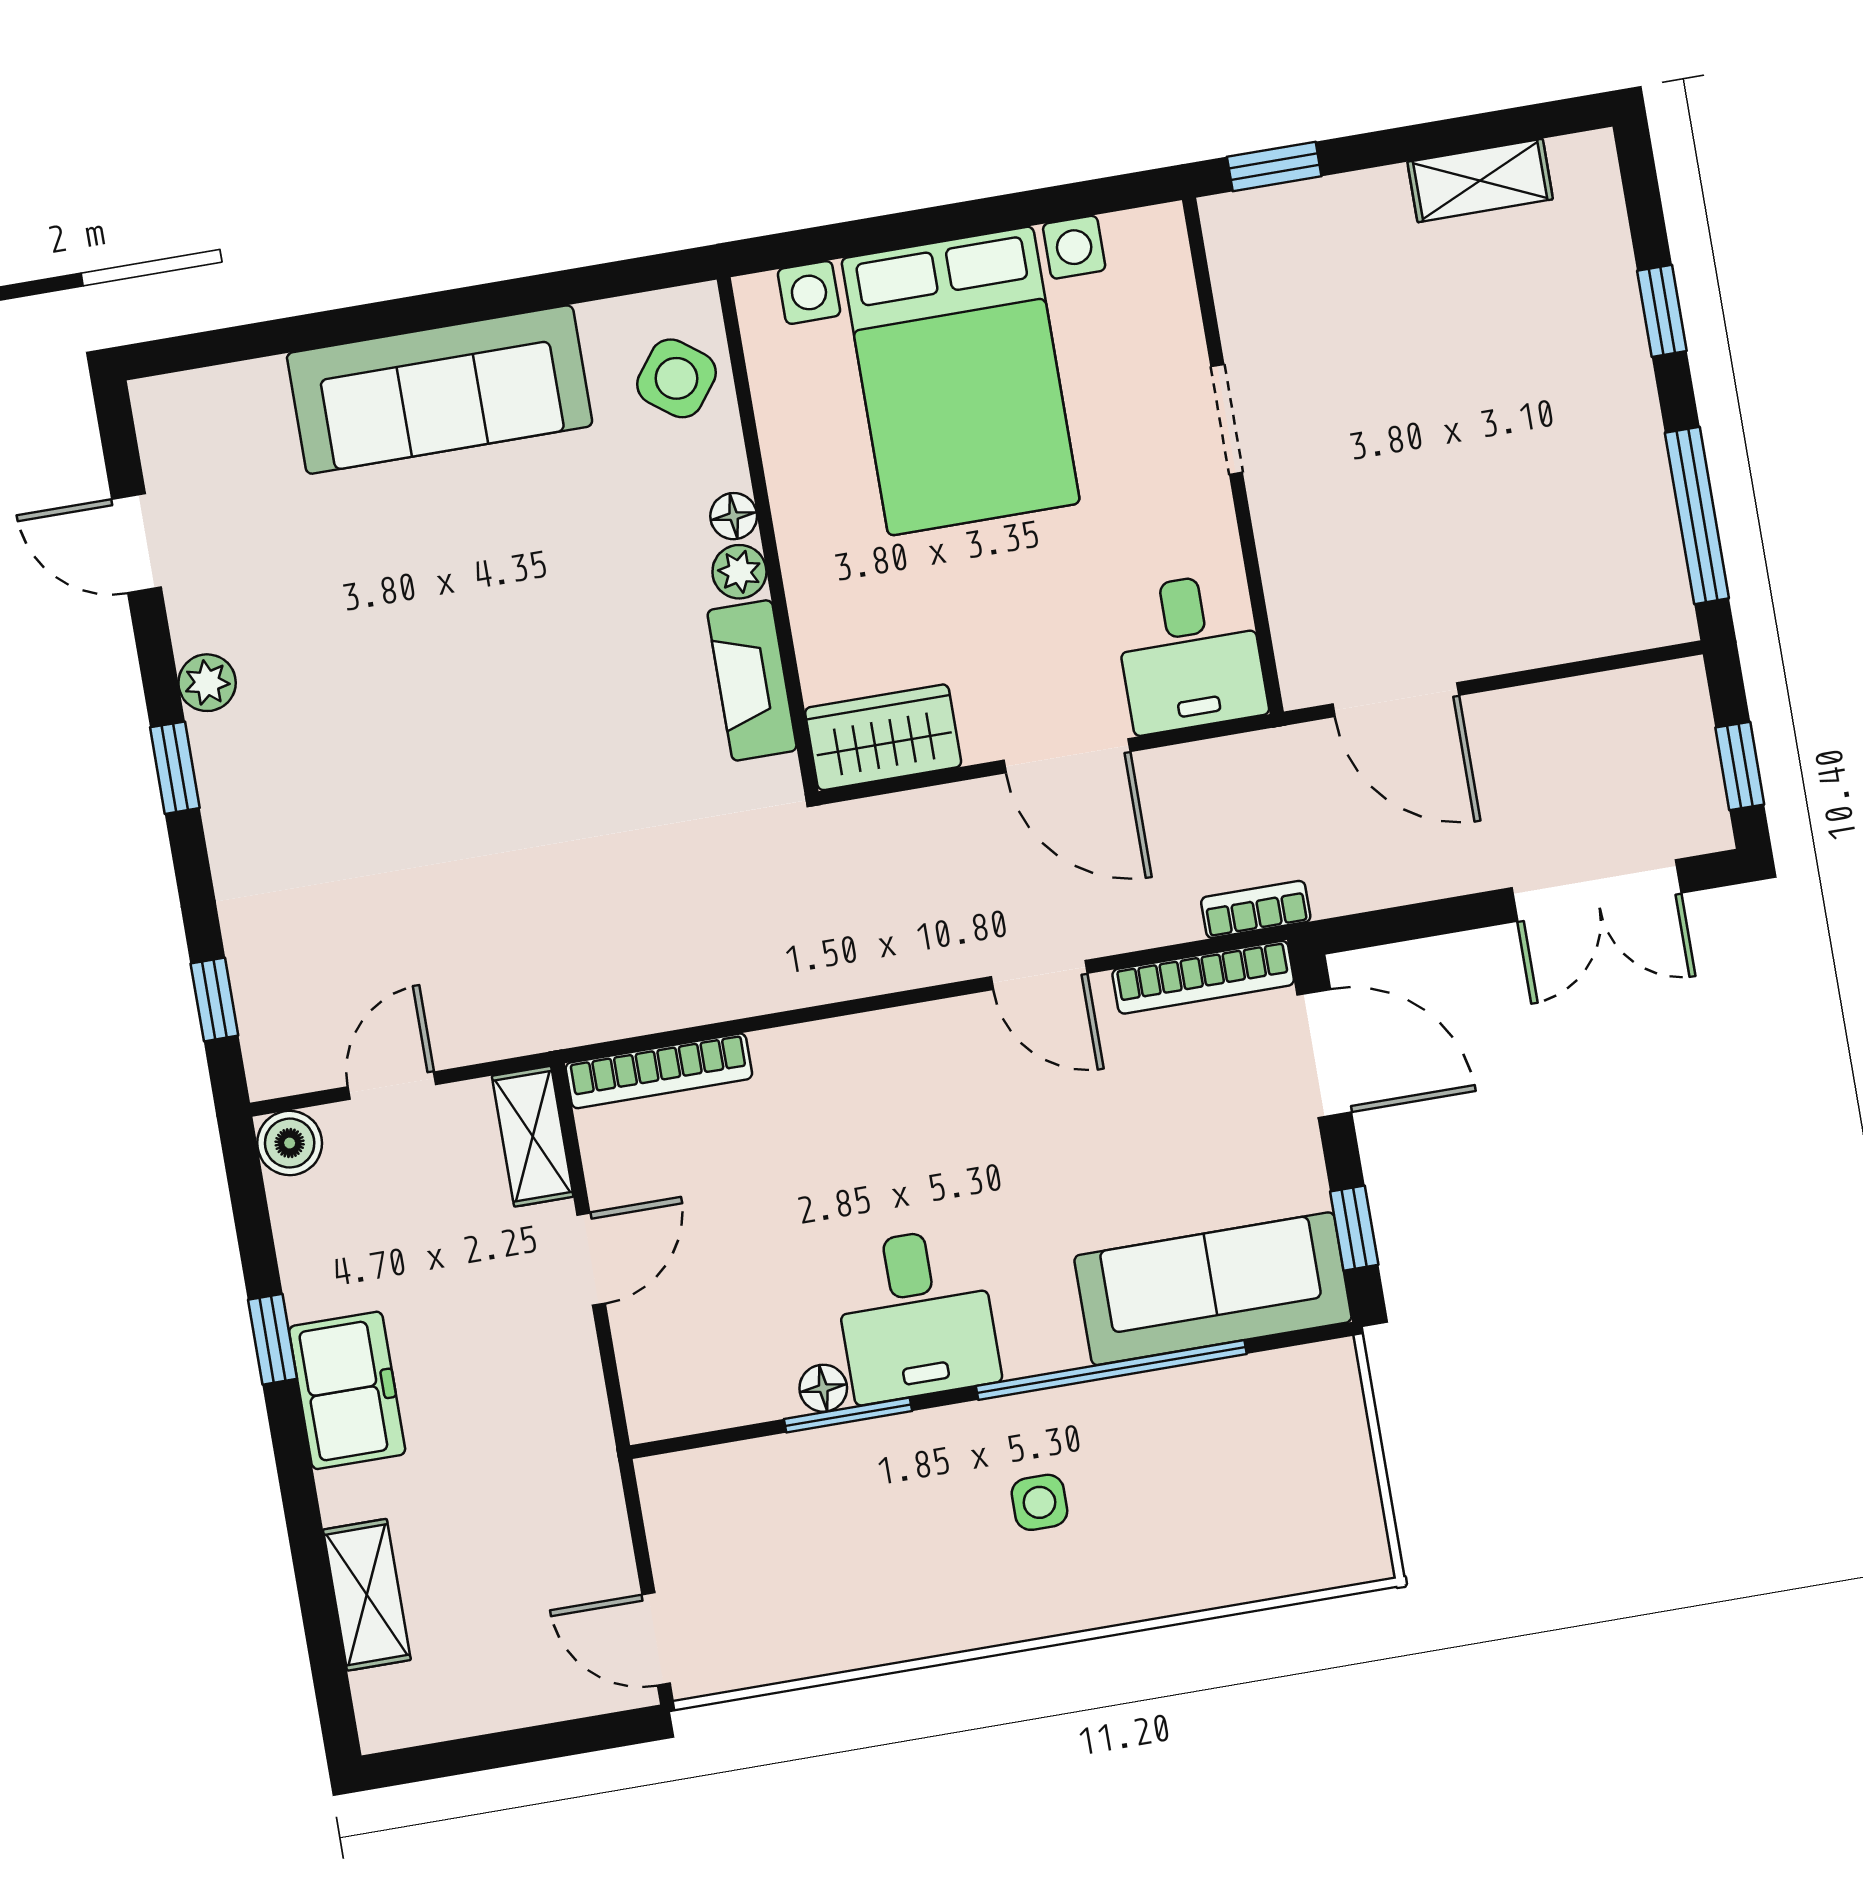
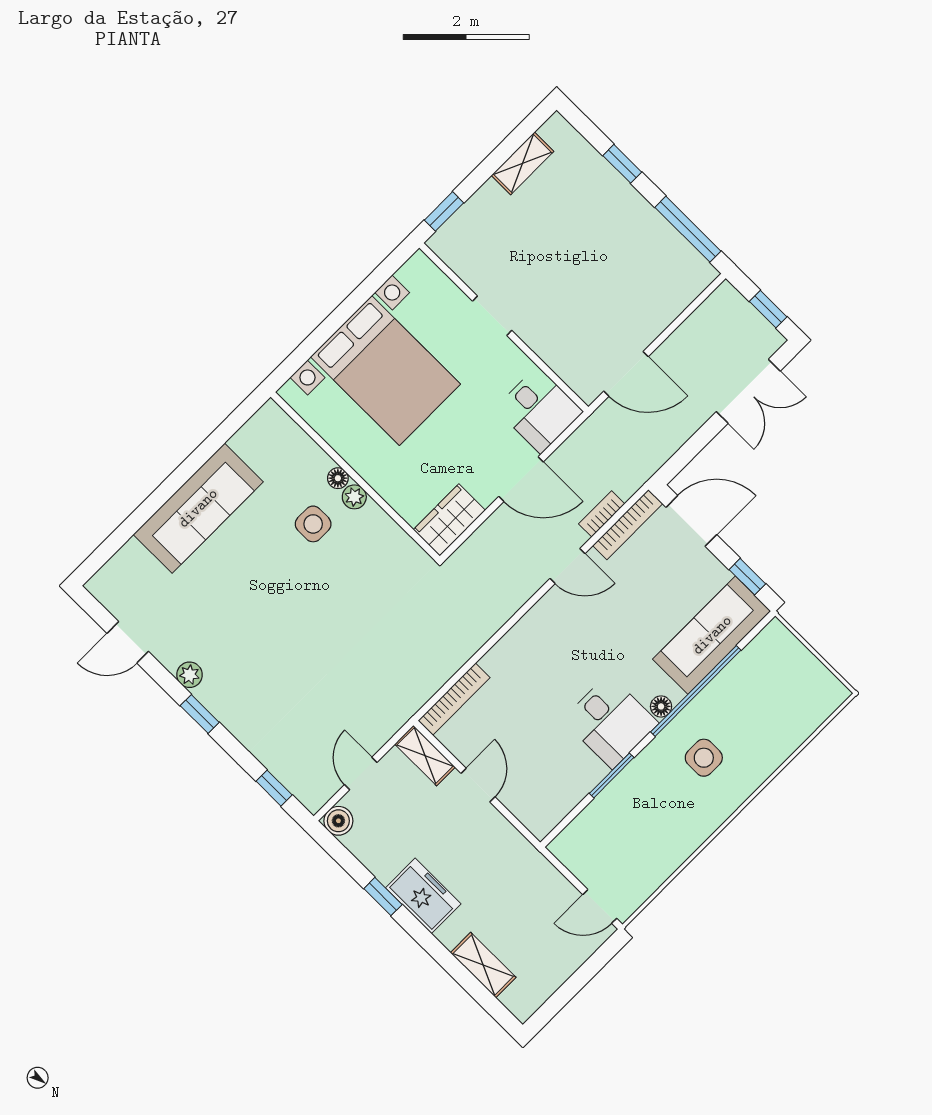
side table: (676, 378) -> (313, 524), moved, turned -37
fireplace: (752, 680) -> (387, 533), removed
bookcase: (1256, 909) -> (602, 514), moved
floor lamp: (823, 1388) -> (661, 706), moved
side table: (1039, 1502) -> (704, 758), width x1.37, depth x1.37

